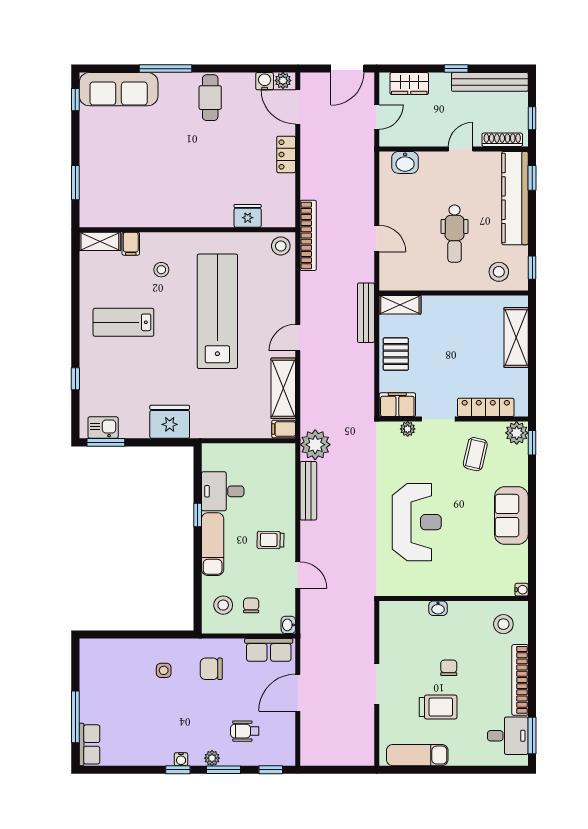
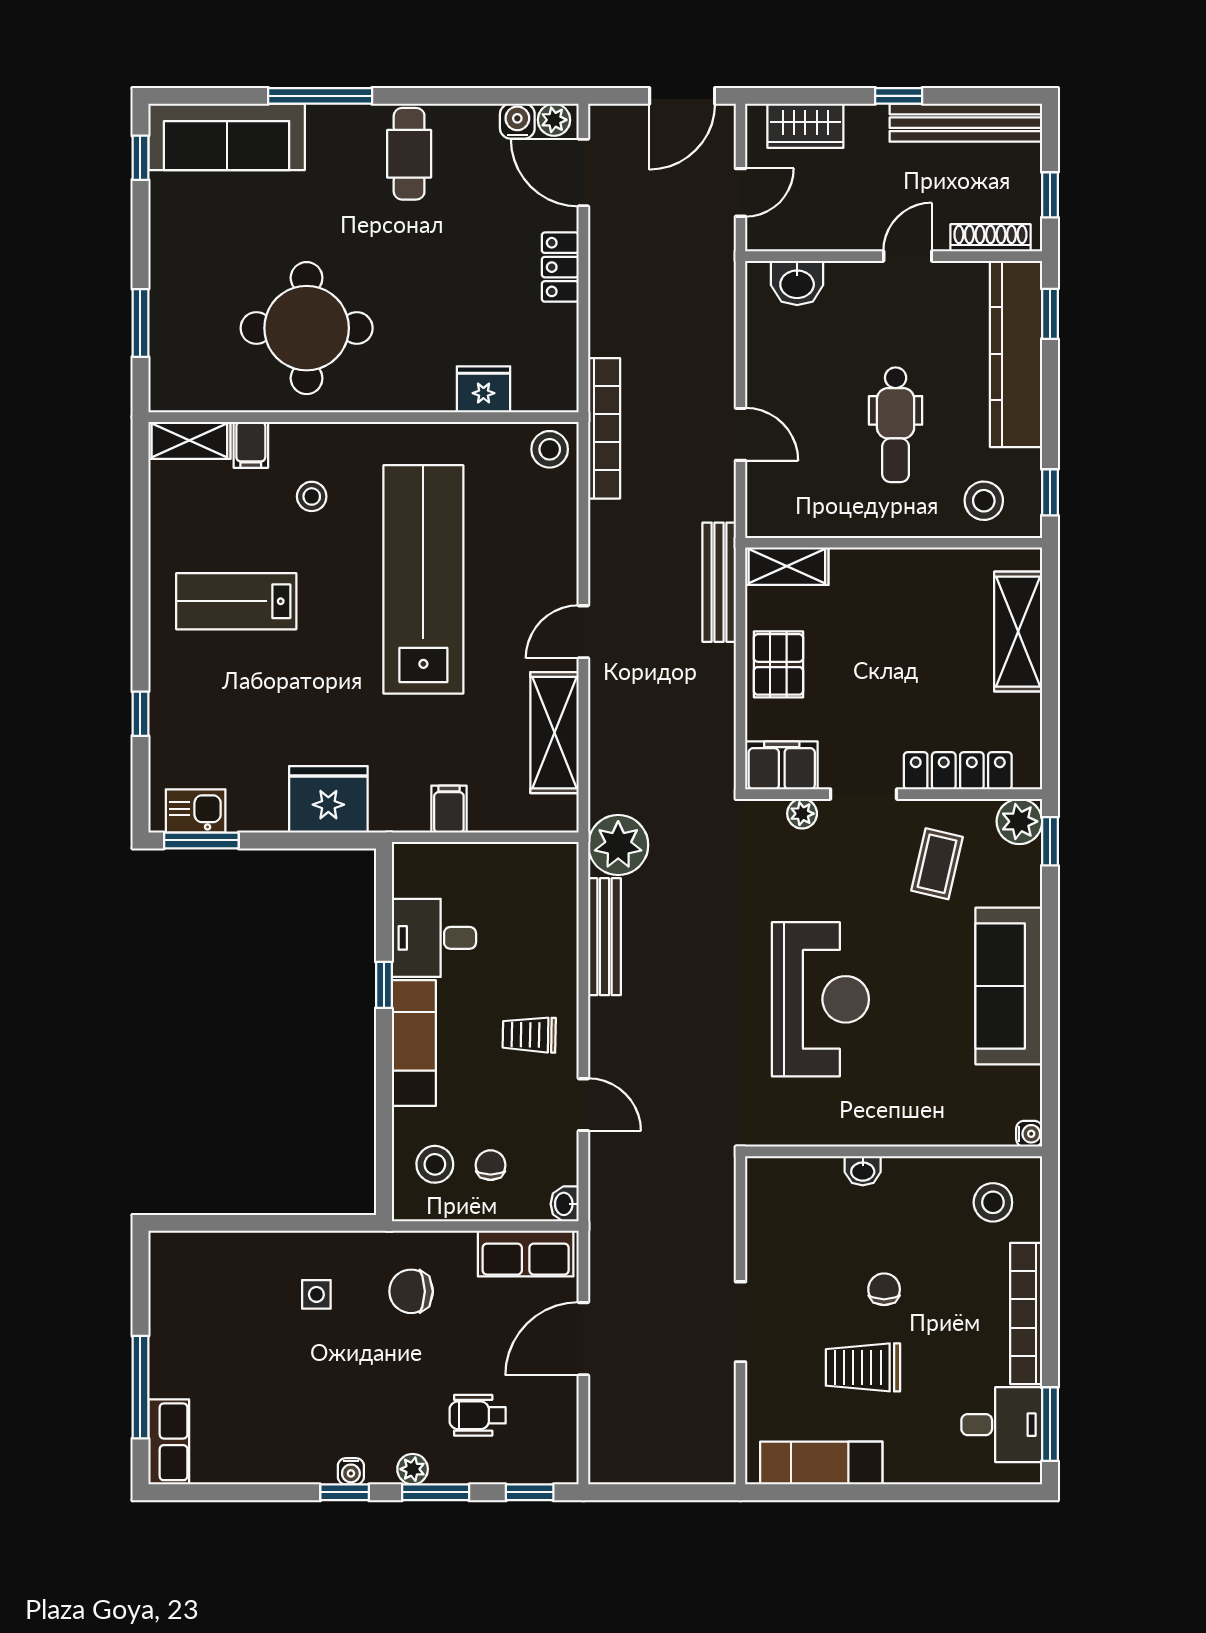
round table: (159, 185) -> (307, 328), added
filing cabinet: (284, 429) -> (449, 809), moved, turned 90
sofa: (511, 516) -> (1009, 986), width x1.36
trolley: (438, 707) -> (863, 1367), turned 180

